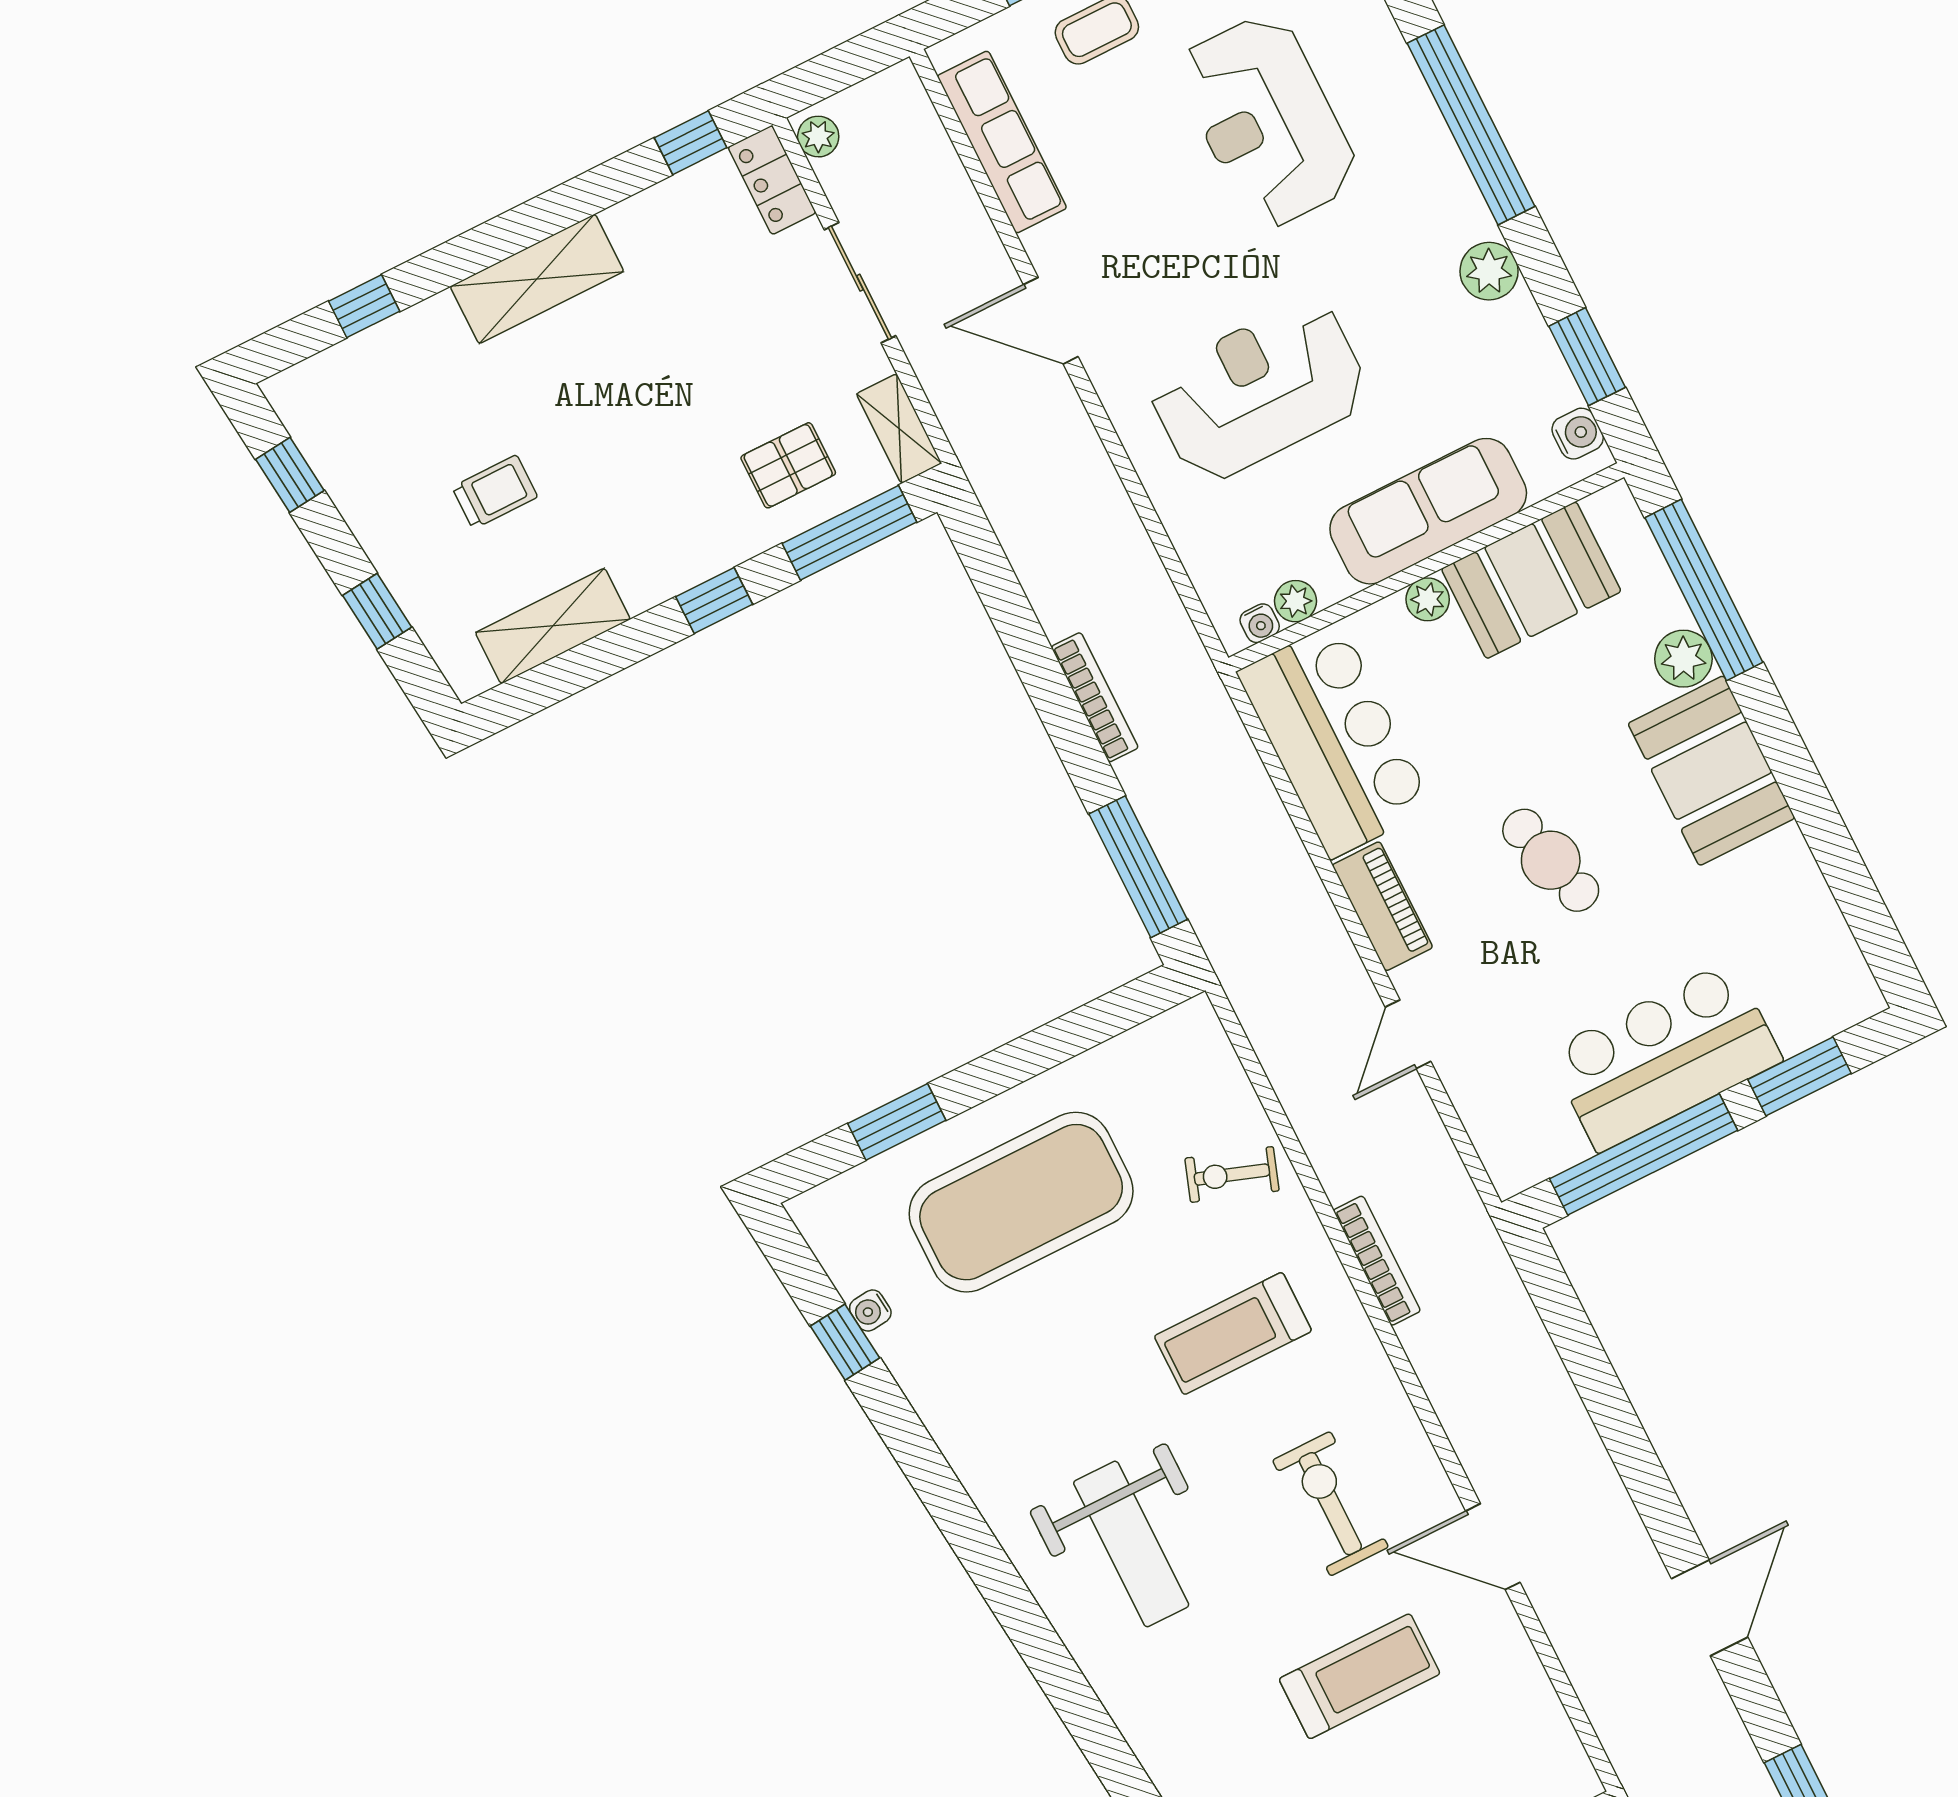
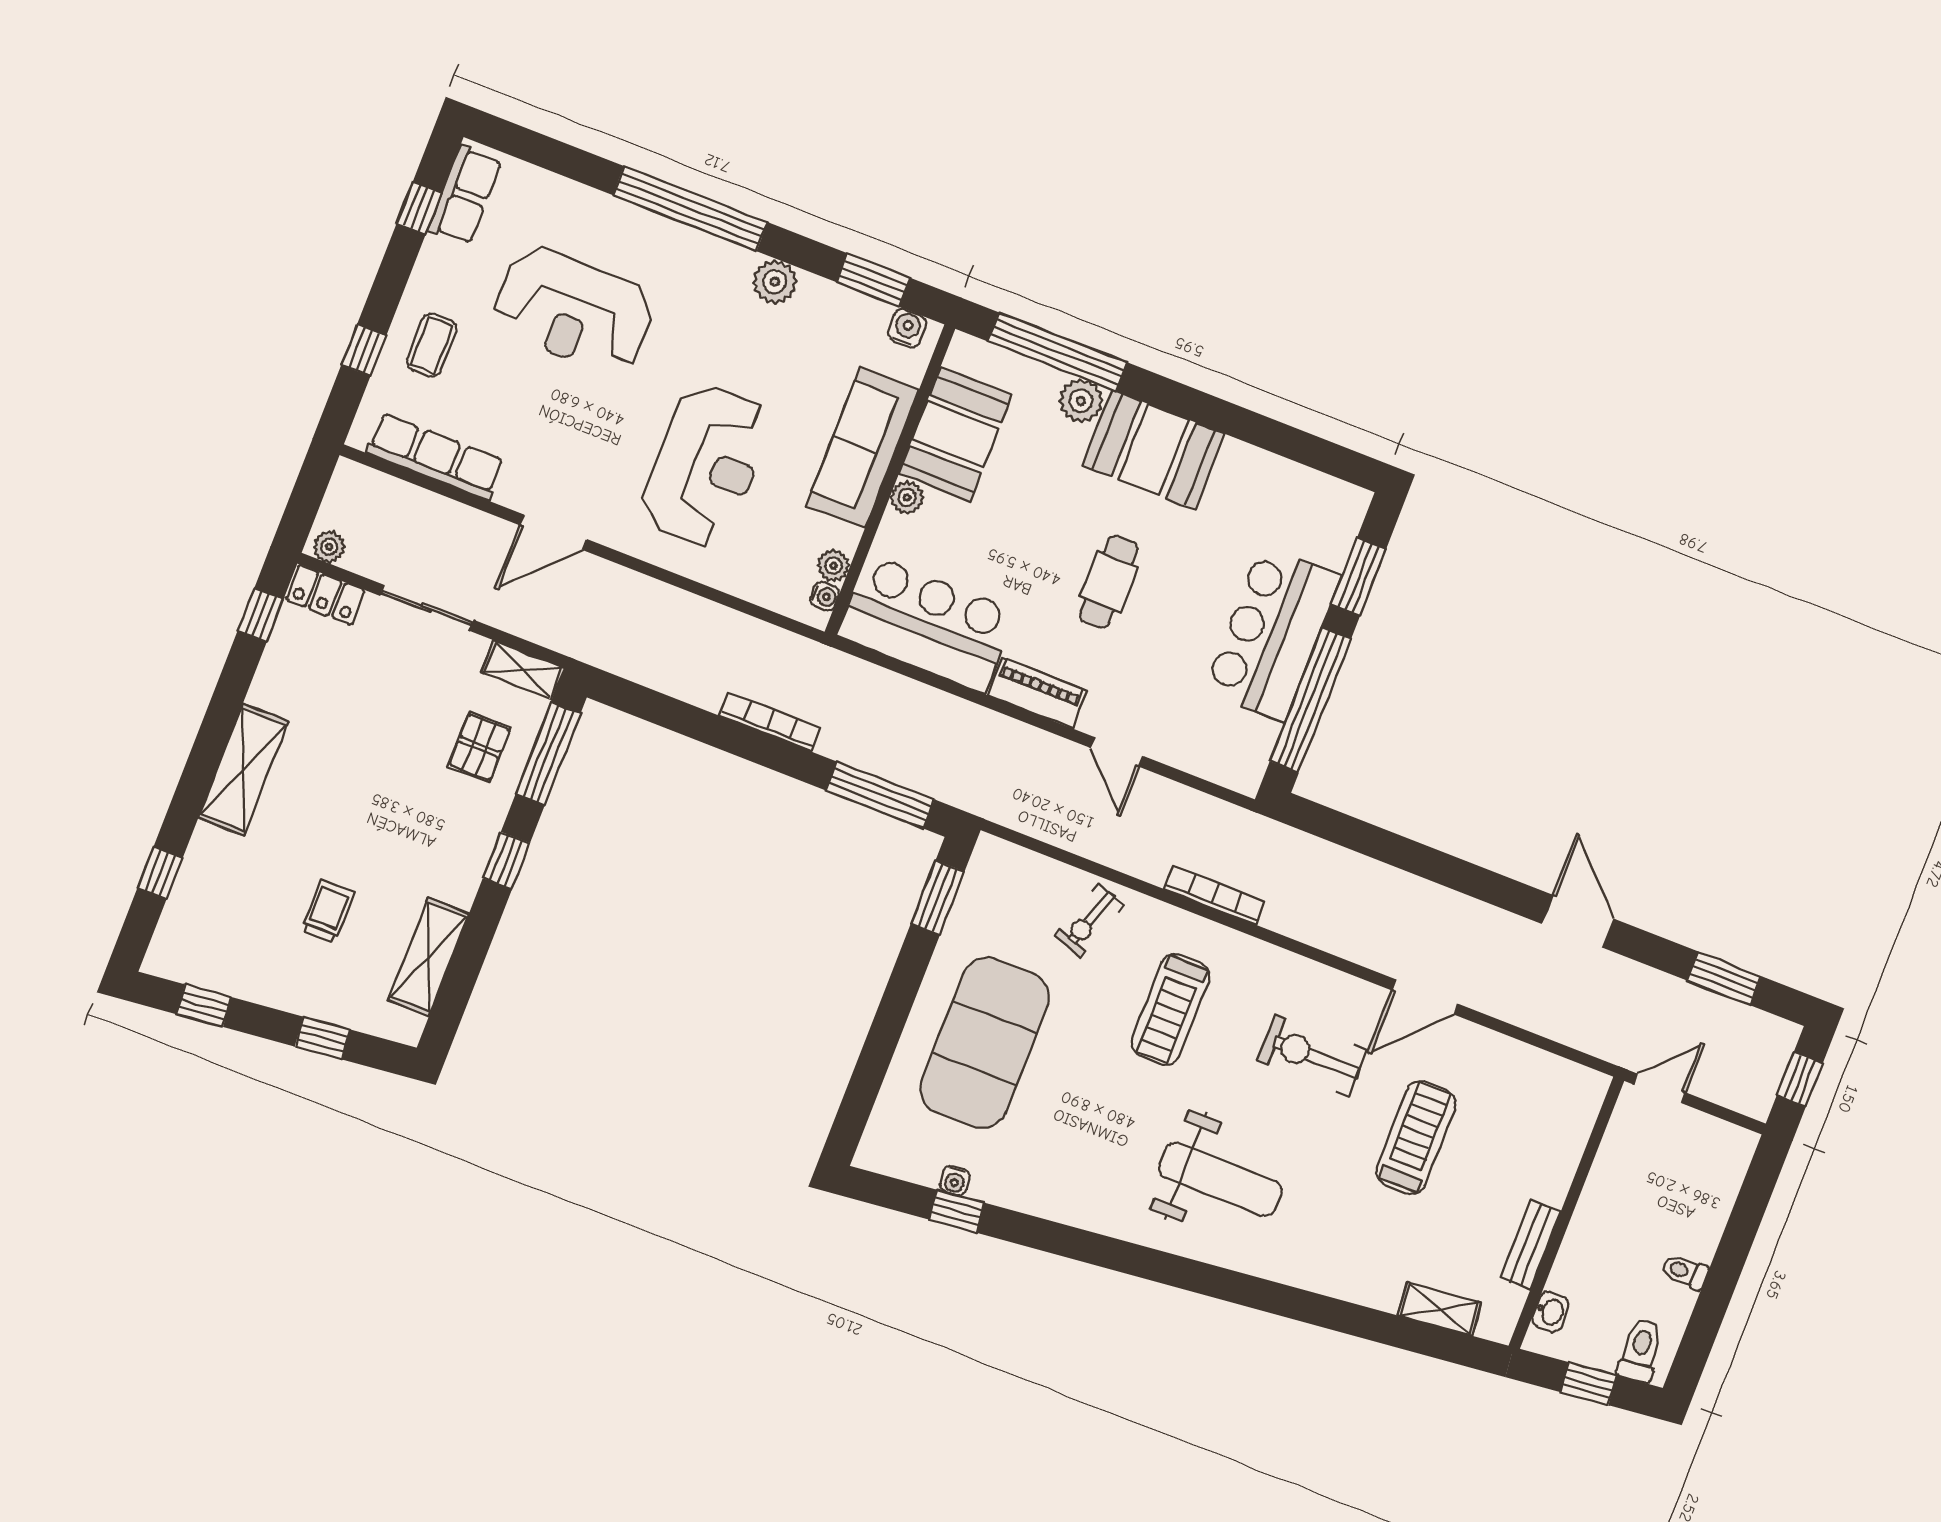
reception desk: (1259, 390) -> (706, 466), turned 180
cafe table: (1551, 860) -> (1109, 582), turned -75
window: (897, 1122) -> (938, 898), moved

